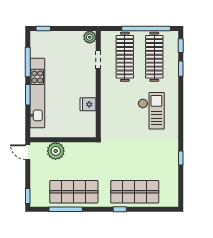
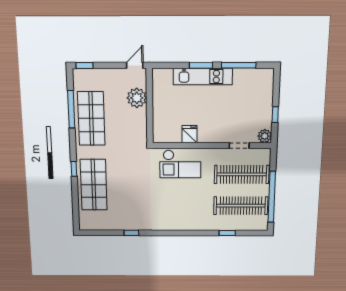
window: (43, 29) -> (275, 115), moved
window: (181, 46) -> (252, 233), removed
kitchen unit: (37, 93) -> (203, 77), width x0.73
checkout: (151, 111) -> (180, 164), moved

